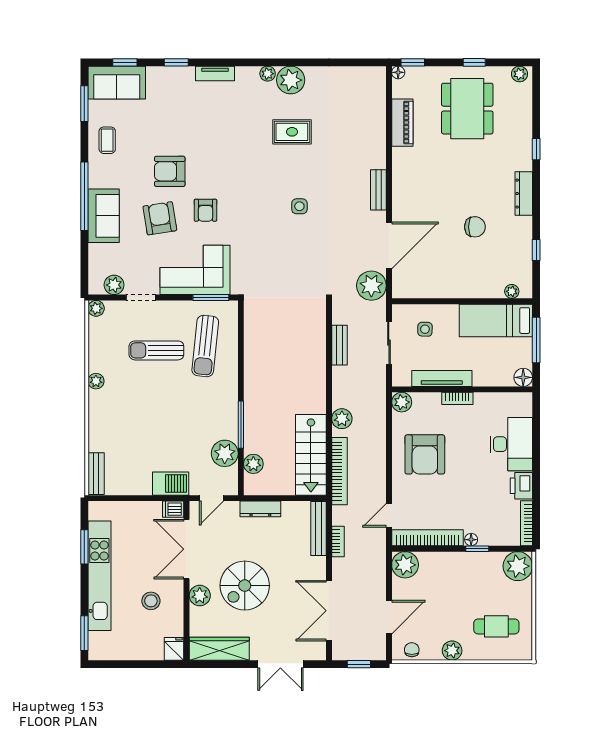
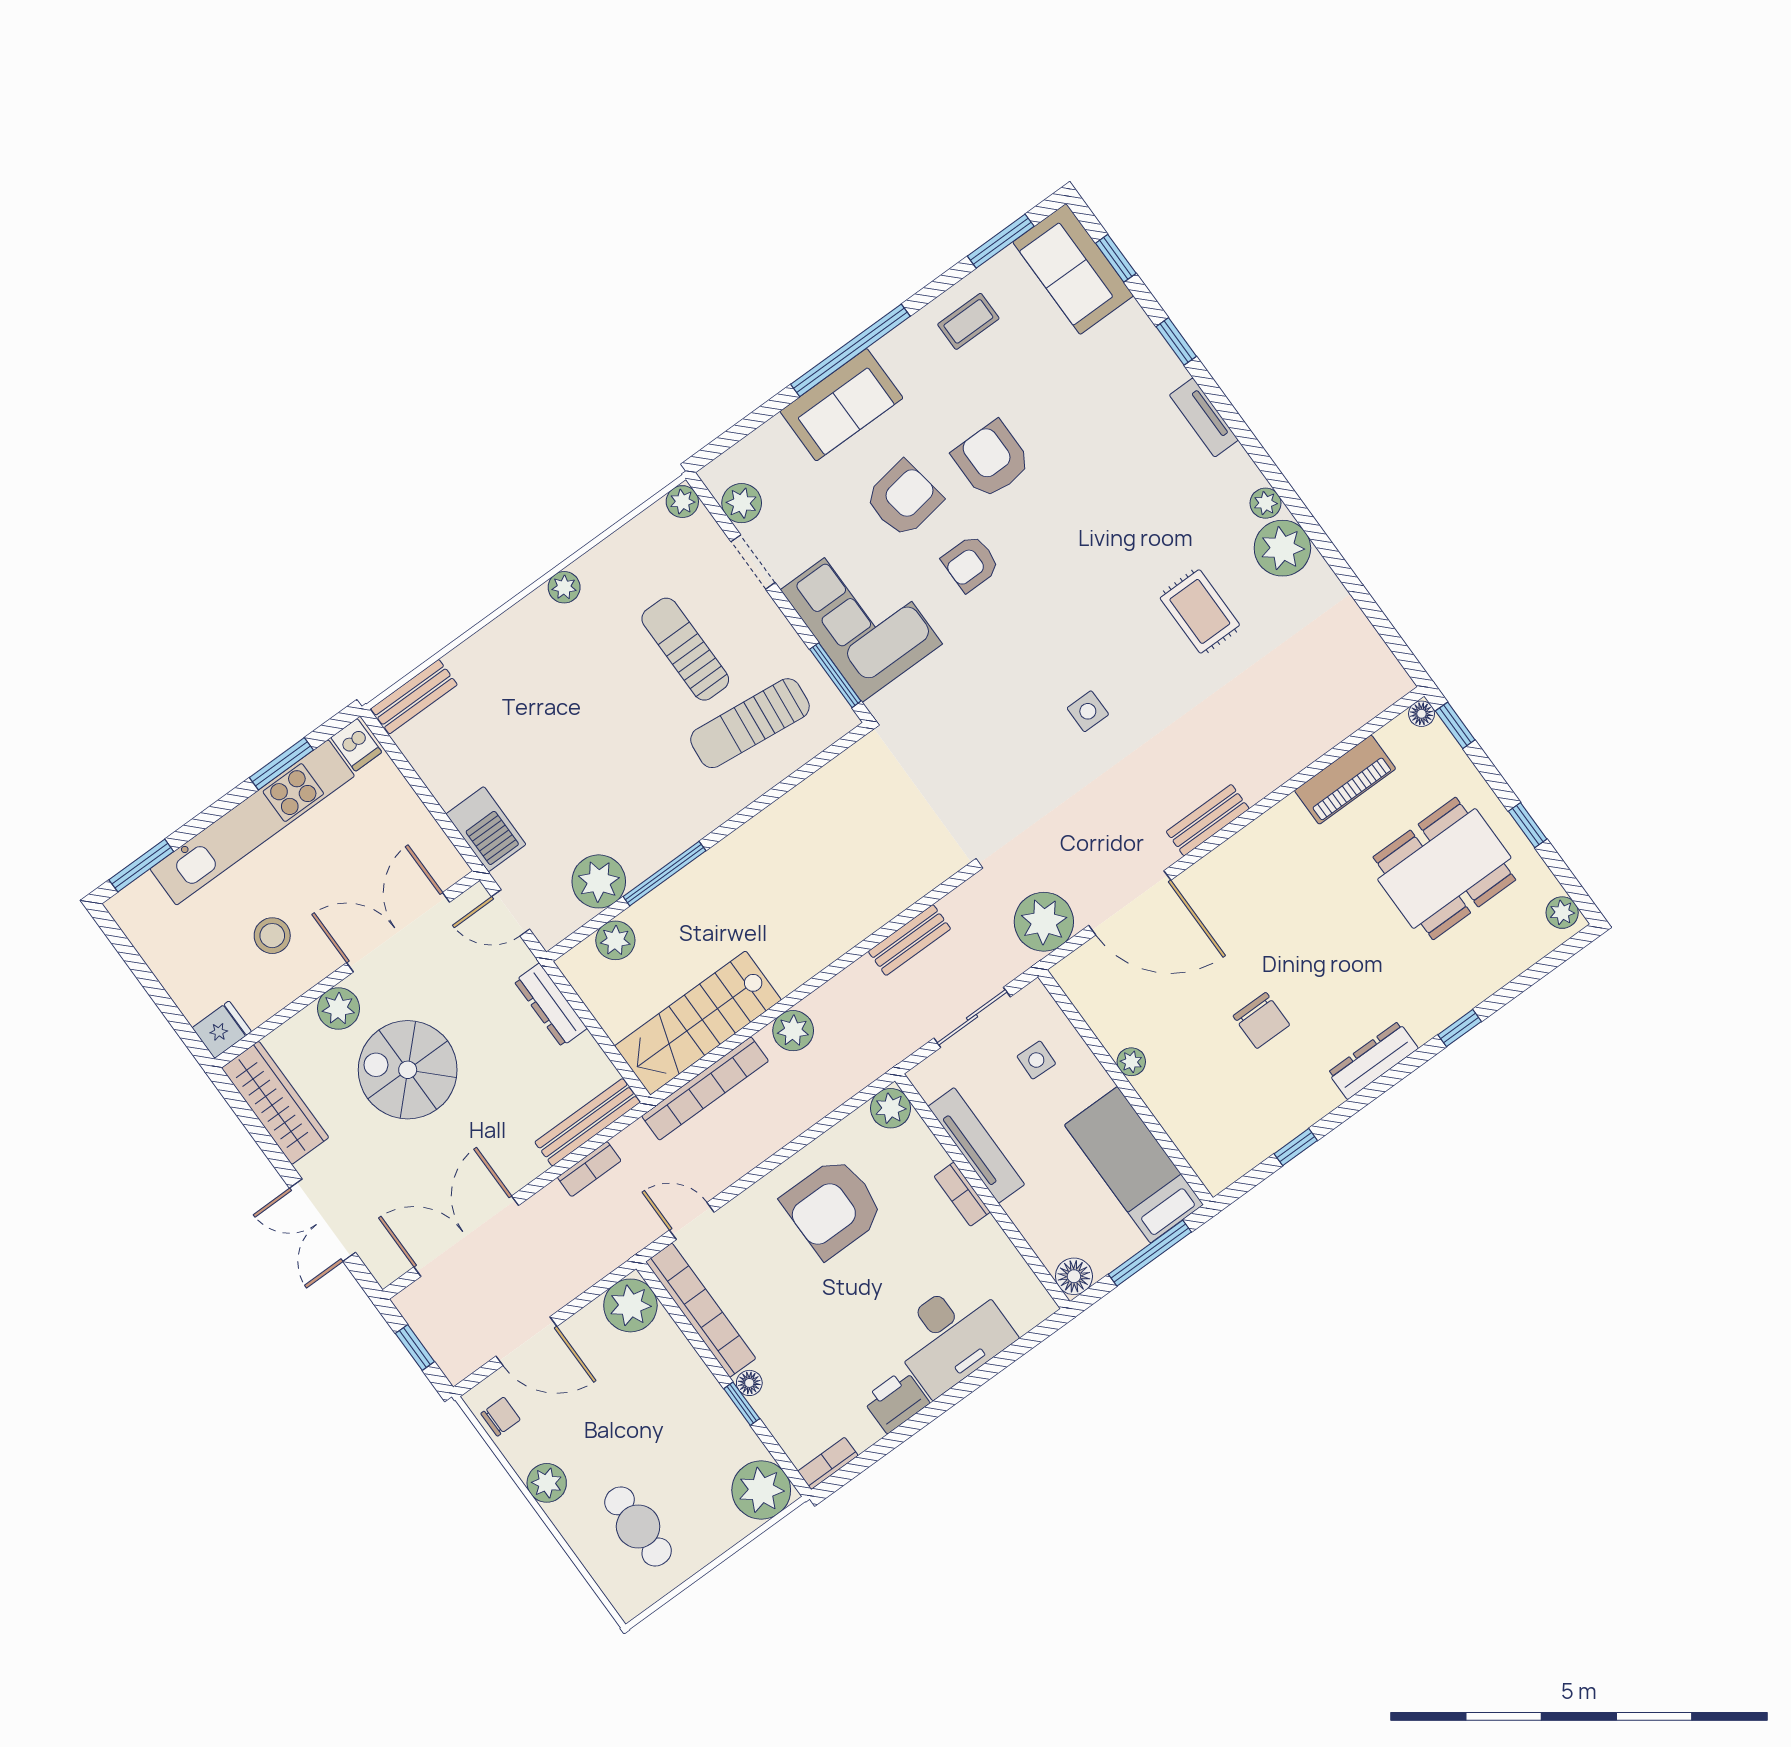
plant: (512, 291) -> (1131, 1062), moved
dishwasher: (173, 509) -> (356, 745), moved, turned 180
bookcase: (527, 523) -> (828, 1463), width x0.64

